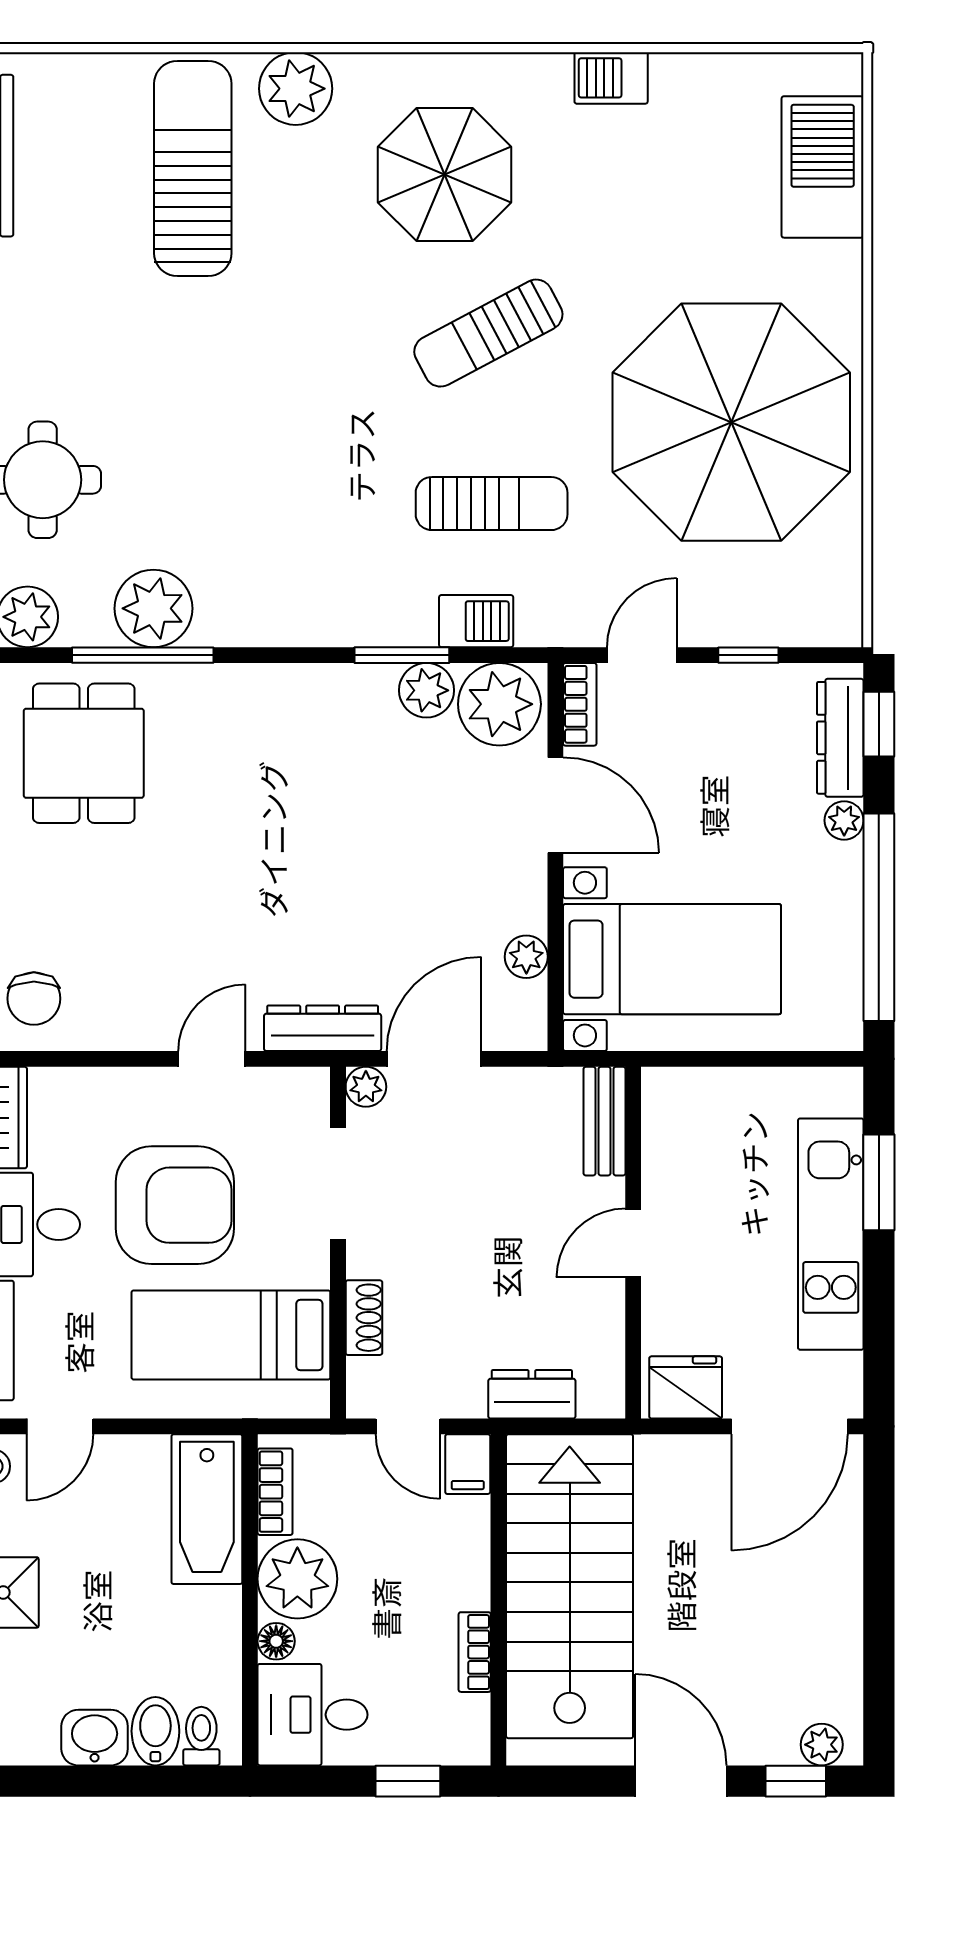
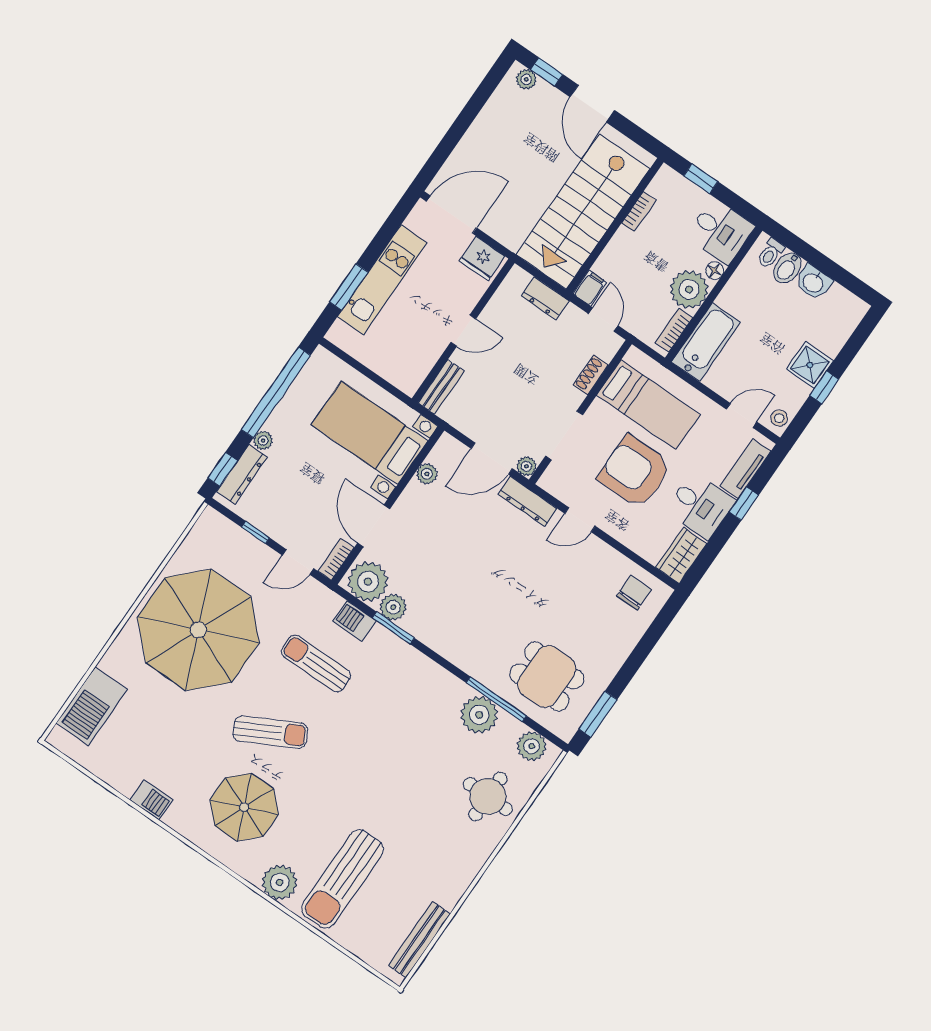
dining table: (84, 753) -> (547, 676), turned 90

